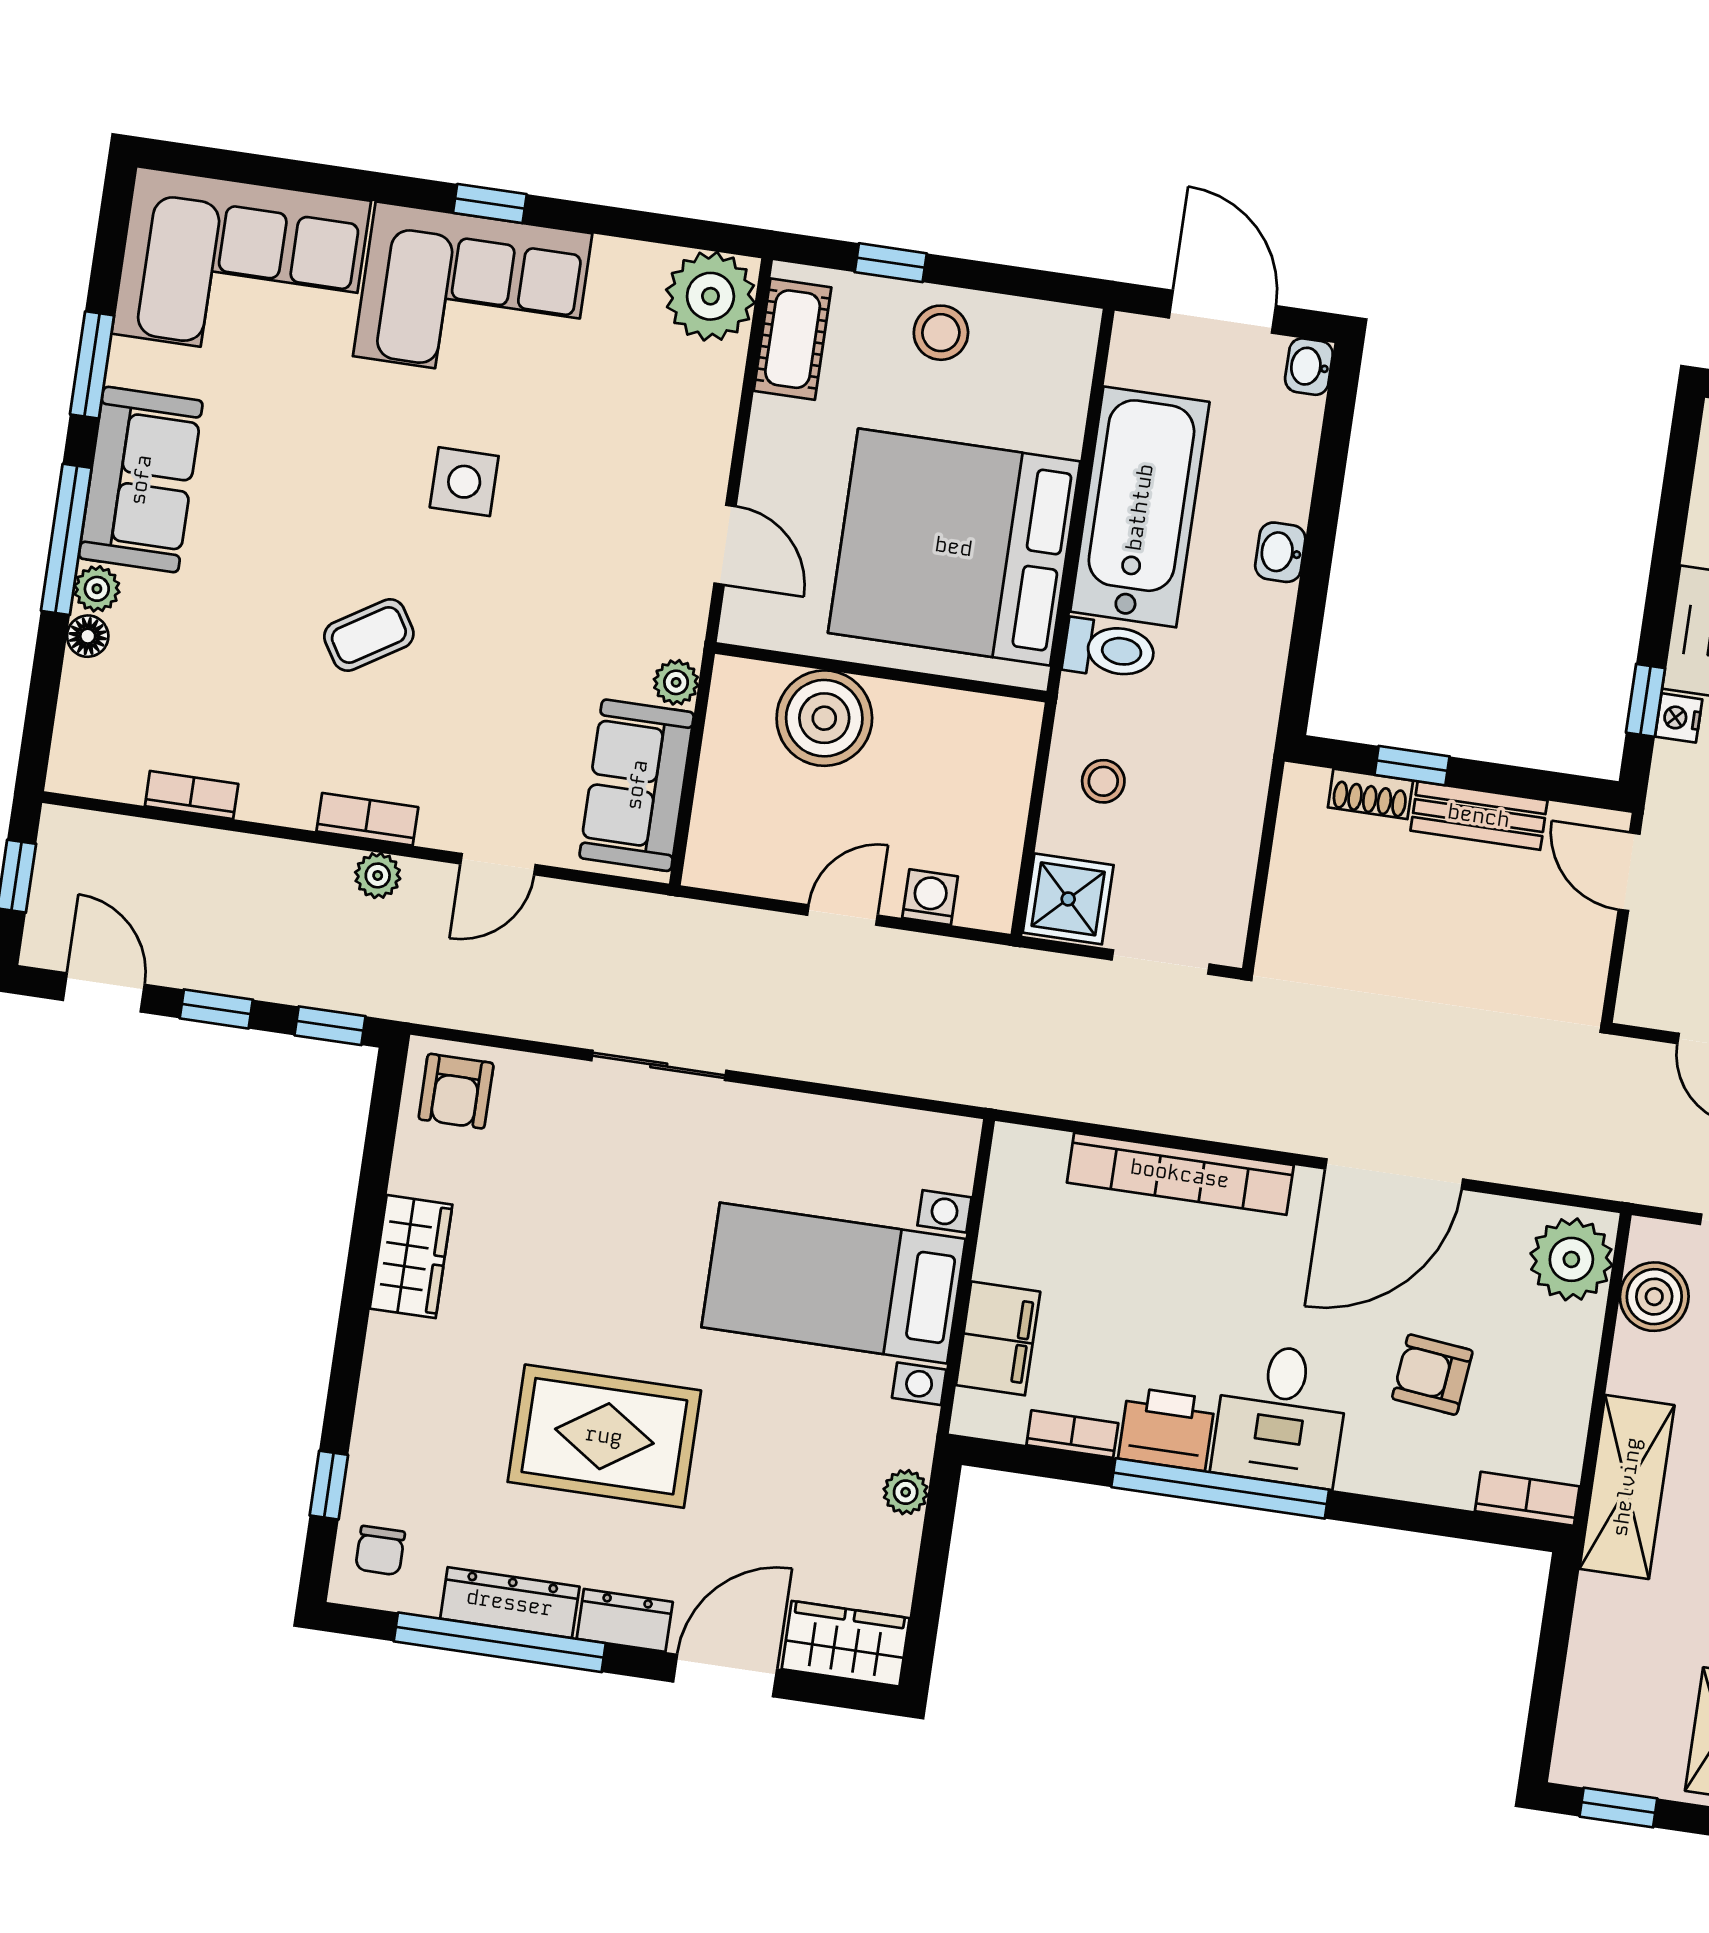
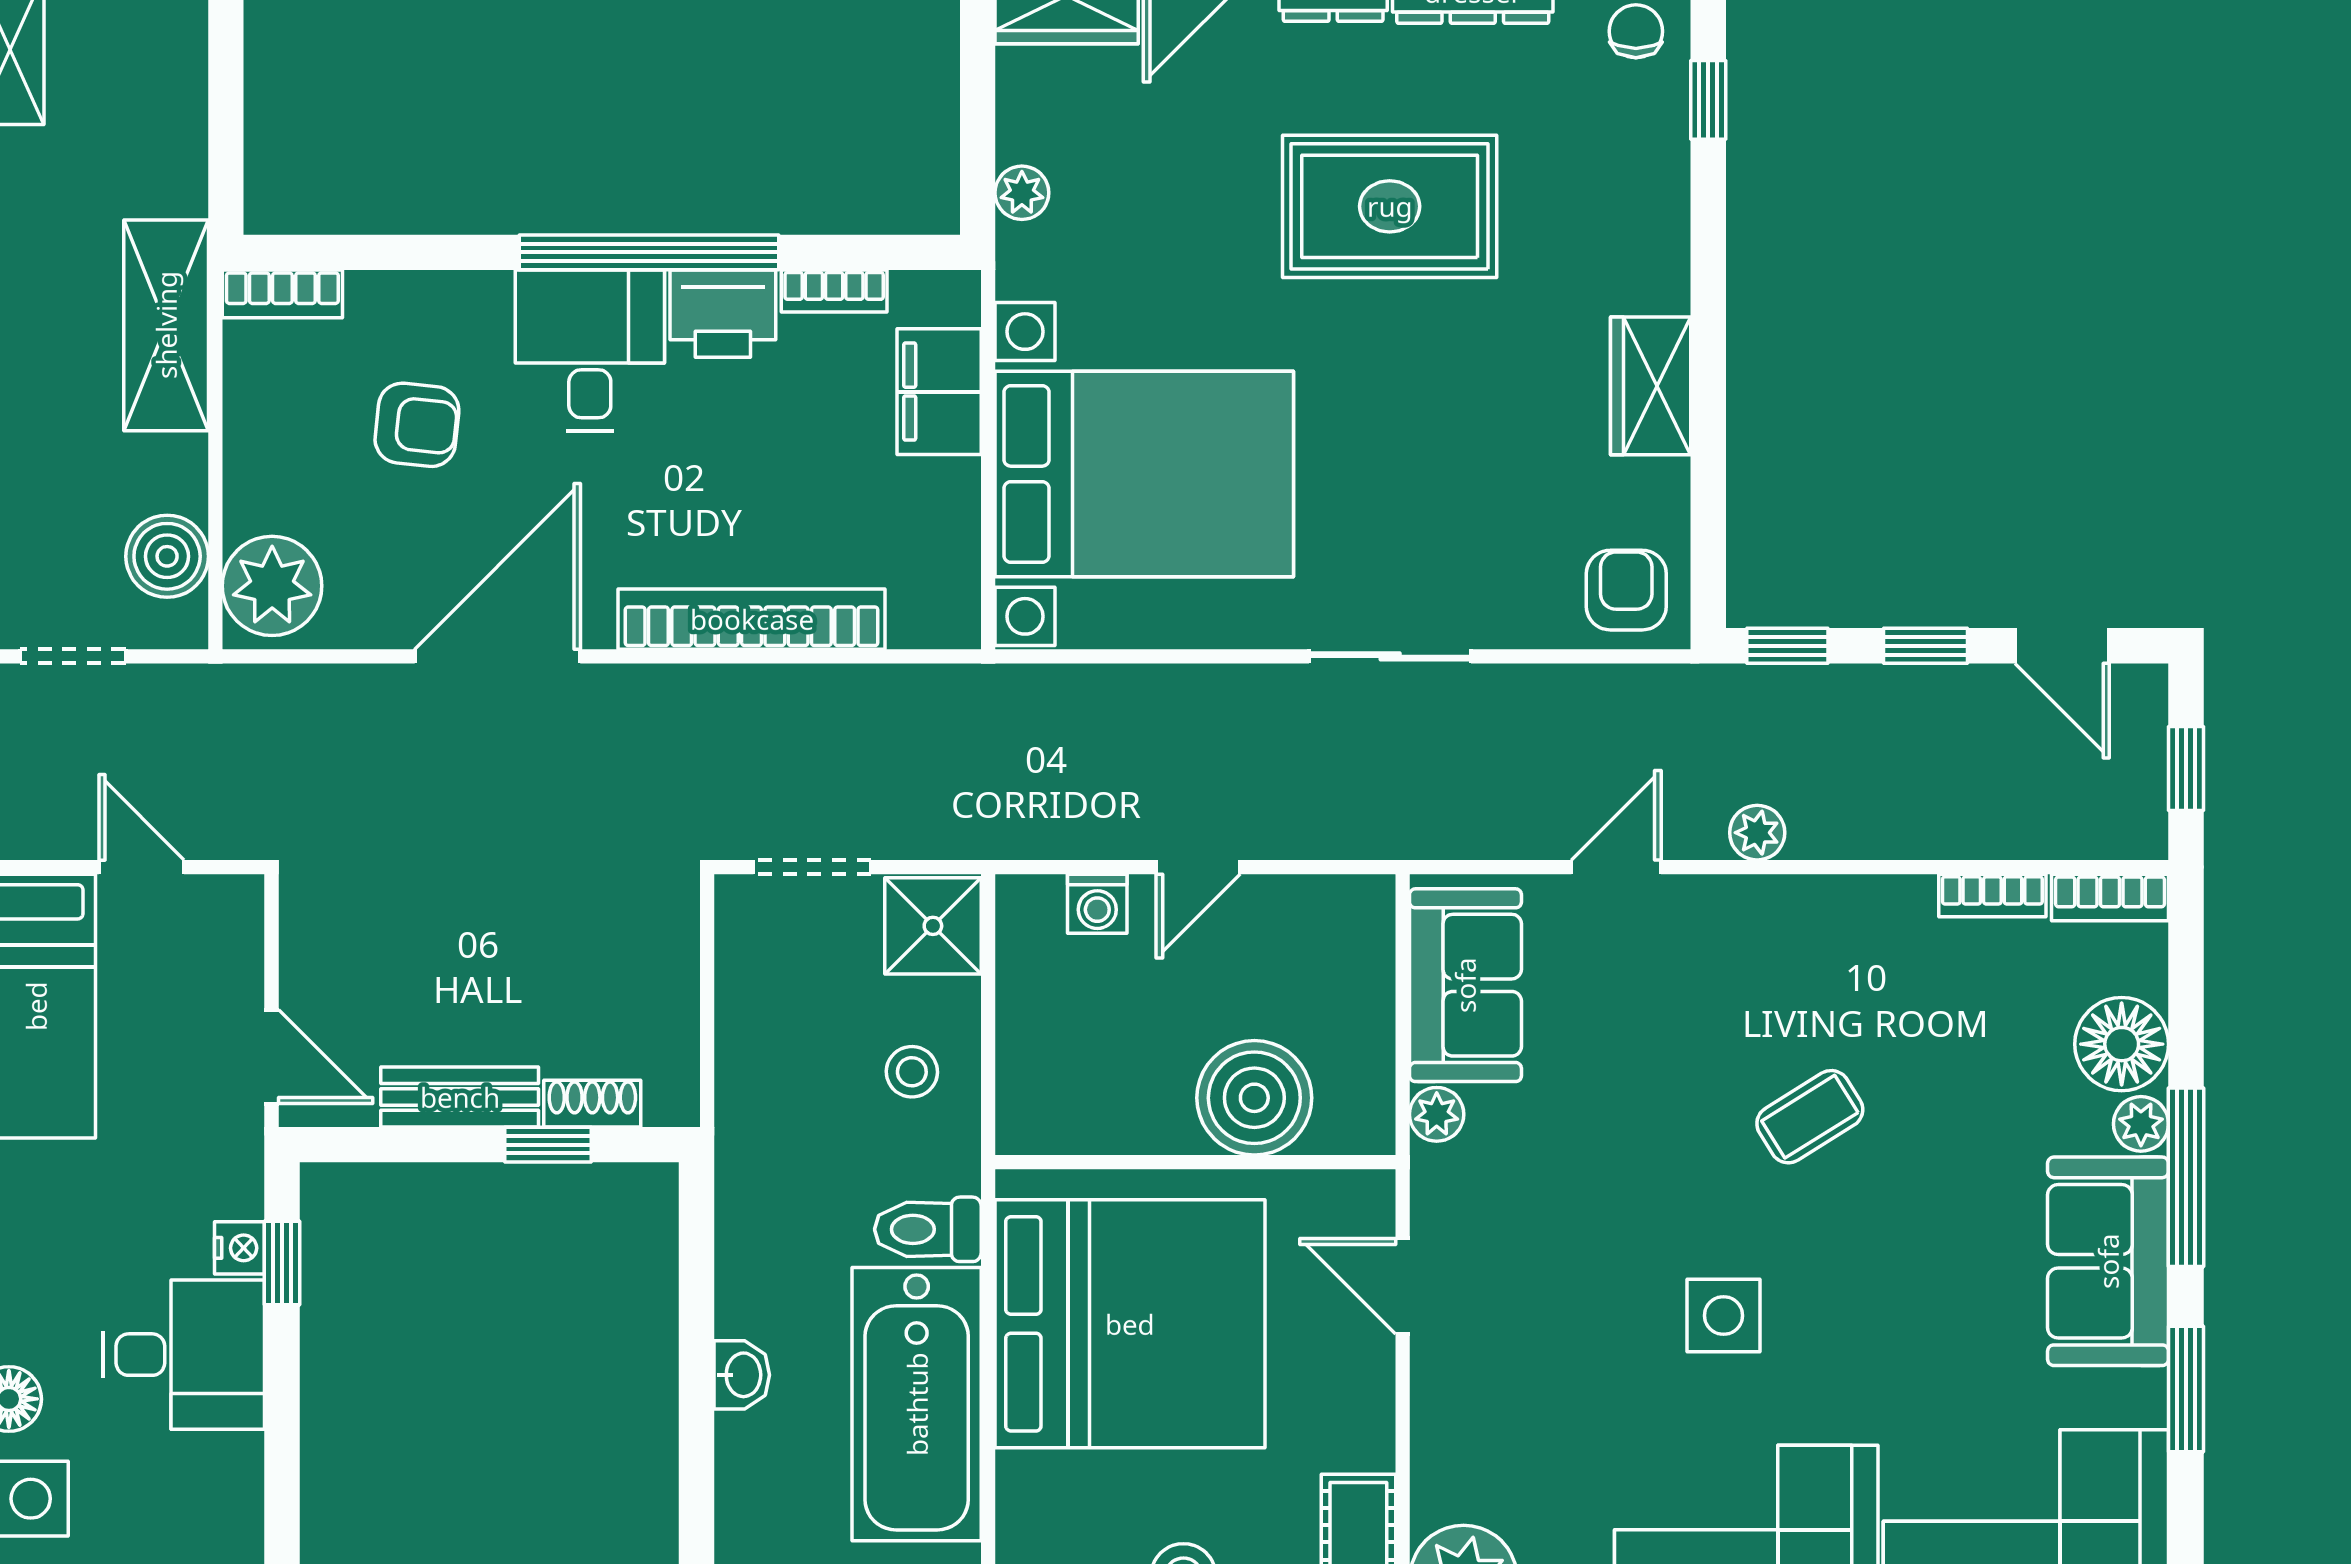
floor lamp: (88, 636) -> (2122, 1044), width x1.89, depth x1.89
bookcase: (367, 819) -> (2110, 897), moved
bed with nightstands: (833, 1283) -> (1144, 474), width x1.36

